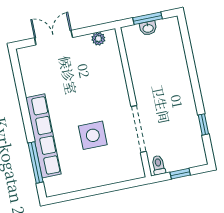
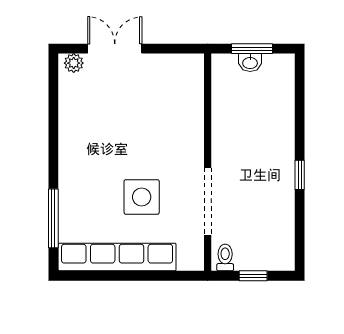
plant: (98, 39) -> (74, 63), moved
window: (203, 124) -> (300, 175), moved
row of seats: (43, 136) -> (117, 257), moved, turned -90

